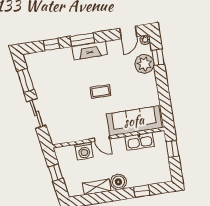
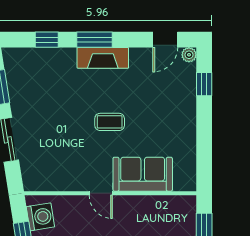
plant: (144, 64) -> (182, 91), removed
sofa: (134, 121) -> (143, 174), width x0.73
kitchen sink: (140, 141) -> (157, 206), removed
washing machine: (84, 151) -> (40, 217), moved, turned -99

